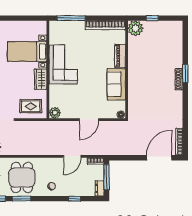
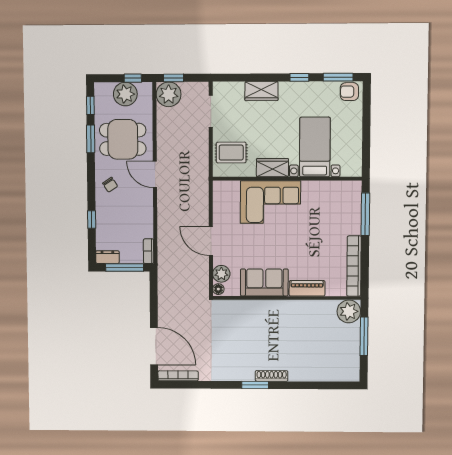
window: (152, 18) -> (364, 336), width x2.17
corner sofa: (63, 64) -> (270, 202), moved
window: (185, 74) -> (255, 385), moved
rug: (31, 106) -> (231, 153), turned 90
plant: (55, 113) -> (221, 274), moved
door: (72, 156) -> (155, 174), moved

